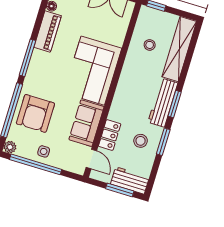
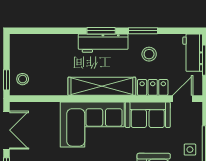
stool: (150, 45) -> (23, 79), moved
shelving: (179, 49) -> (102, 86), moved

